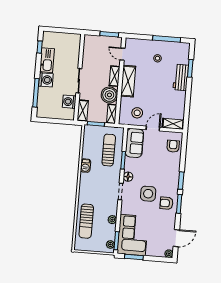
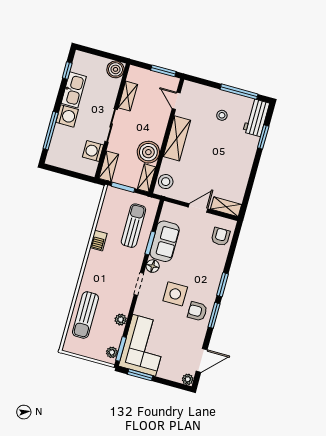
boiler: (74, 40) -> (115, 69), added
shelving: (115, 76) -> (128, 96), moved
workbench: (181, 77) -> (256, 118), moved
stool: (137, 113) -> (166, 182), moved
sofa: (134, 143) -> (165, 241), moved

